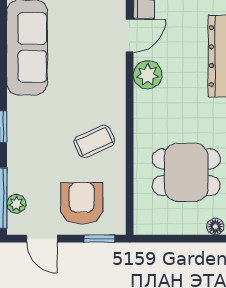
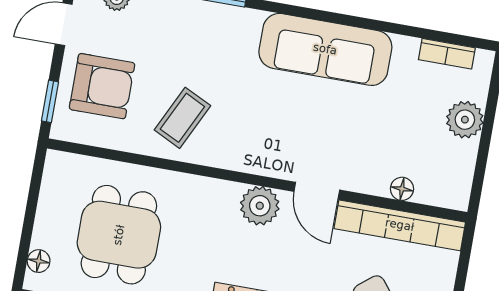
coffee table: (94, 141) -> (182, 118), turned 50

